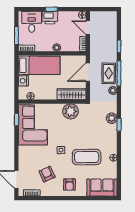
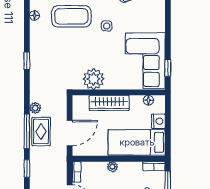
wardrobe: (71, 94) -> (109, 103), moved
plant: (112, 118) -> (37, 70), removed

